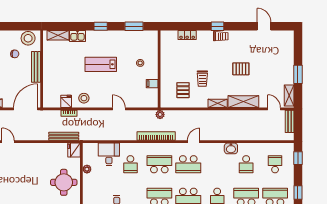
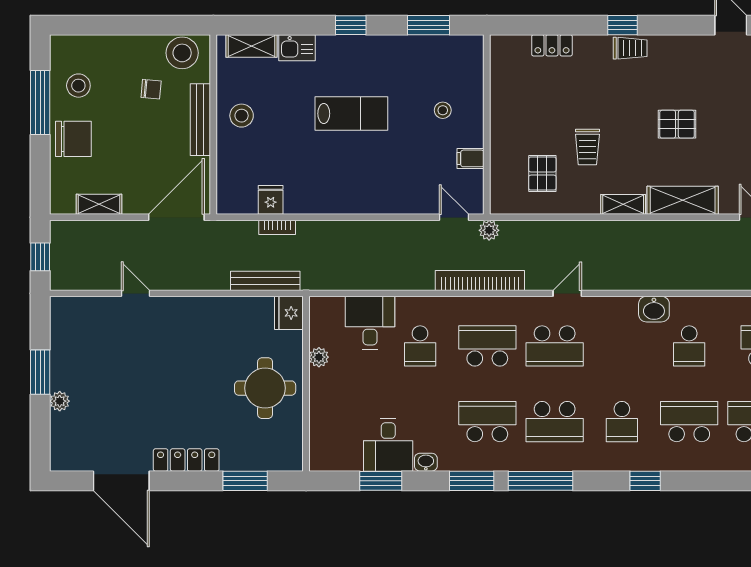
lab bench: (101, 64) -> (351, 114), turned 180
stool: (84, 98) -> (242, 116), moved
door: (119, 109) -> (454, 217), moved

